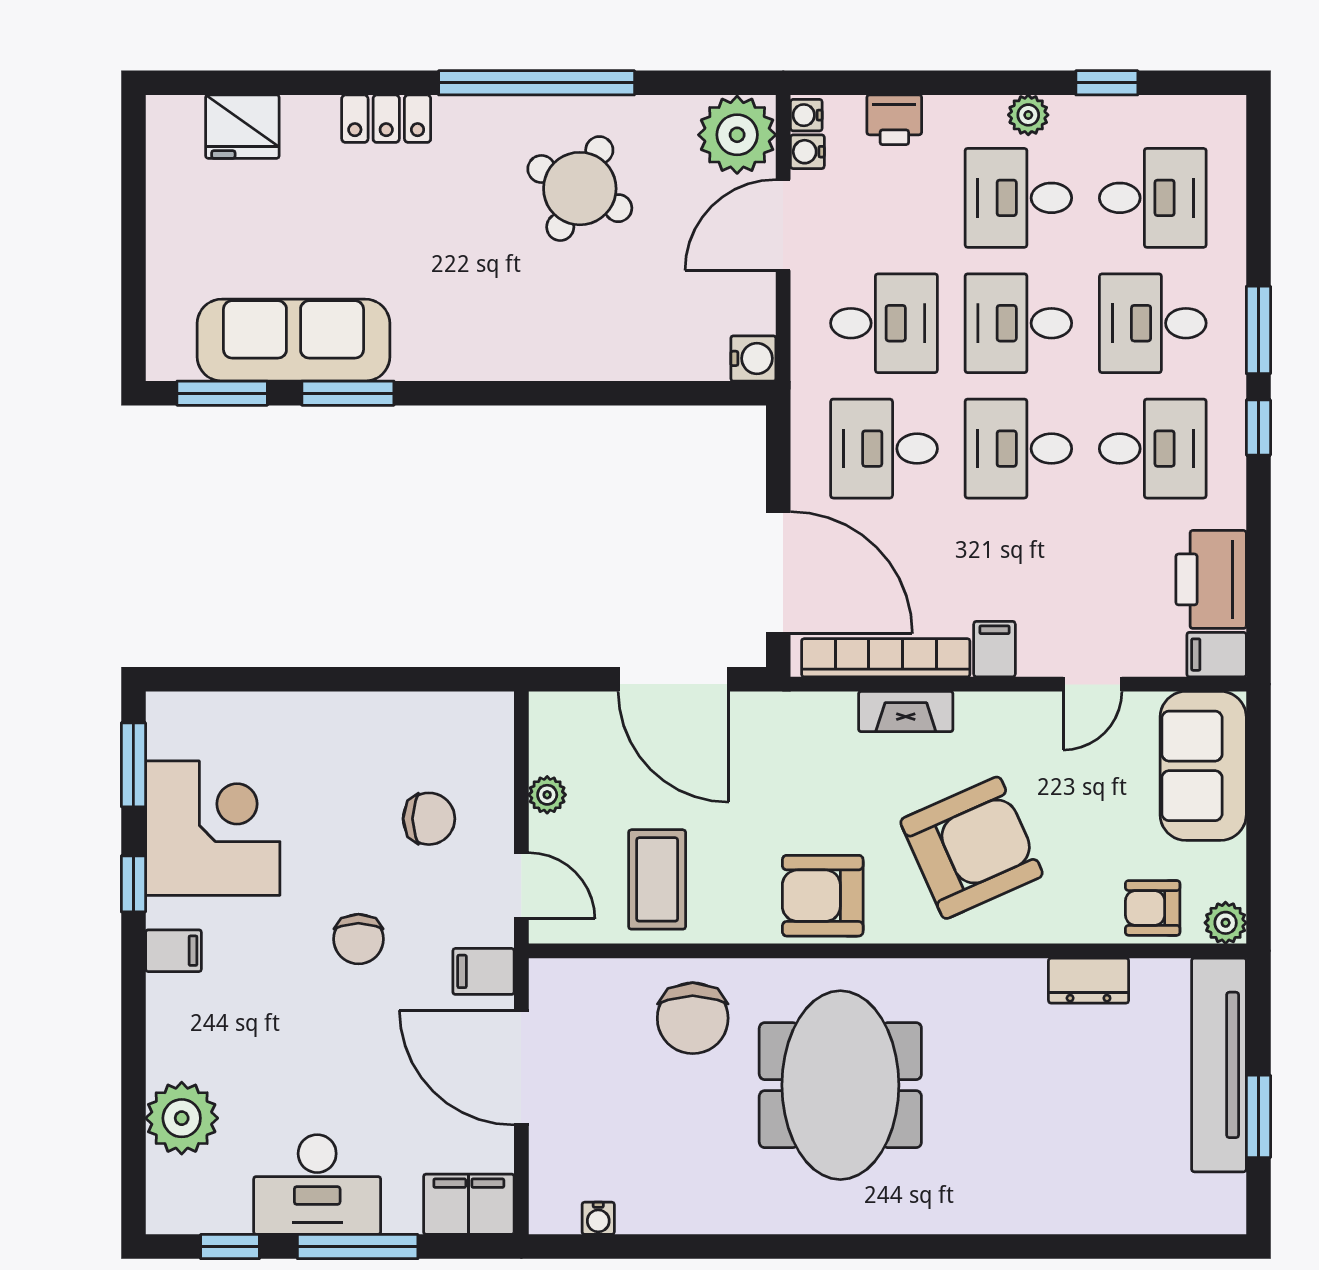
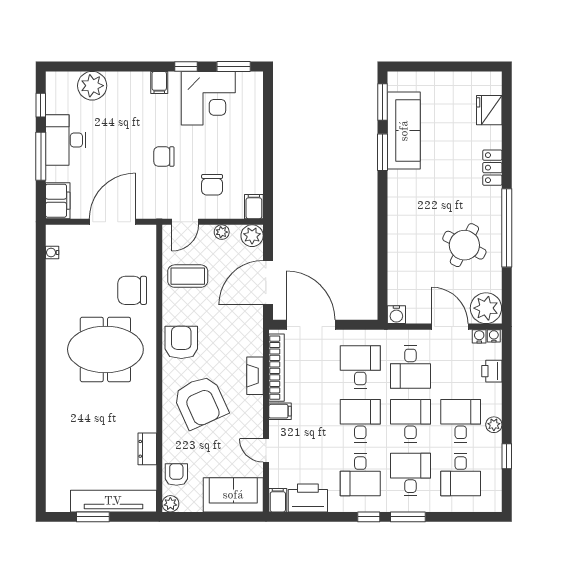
door: (778, 573) -> (311, 325), swing flipped
plant: (556, 719) -> (252, 236), added
filing cabinet: (483, 971) -> (254, 207), moved

